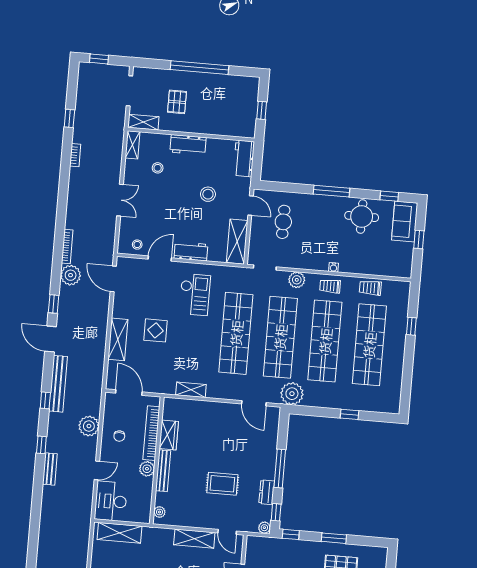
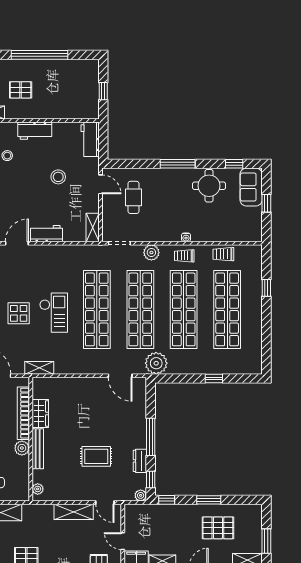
pallet: (177, 102) -> (21, 90), turned 90
shelving: (237, 242) -> (93, 227), width x0.67, depth x0.75
checkout: (195, 295) -> (54, 313), moved
shelving: (191, 390) -> (39, 368), moved

